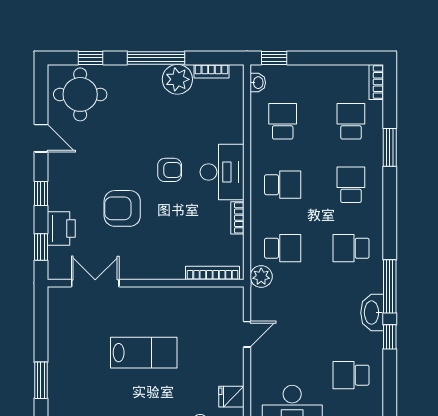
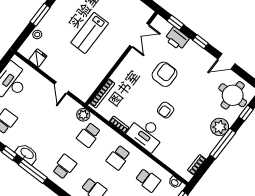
plant: (177, 79) -> (220, 127), moved

